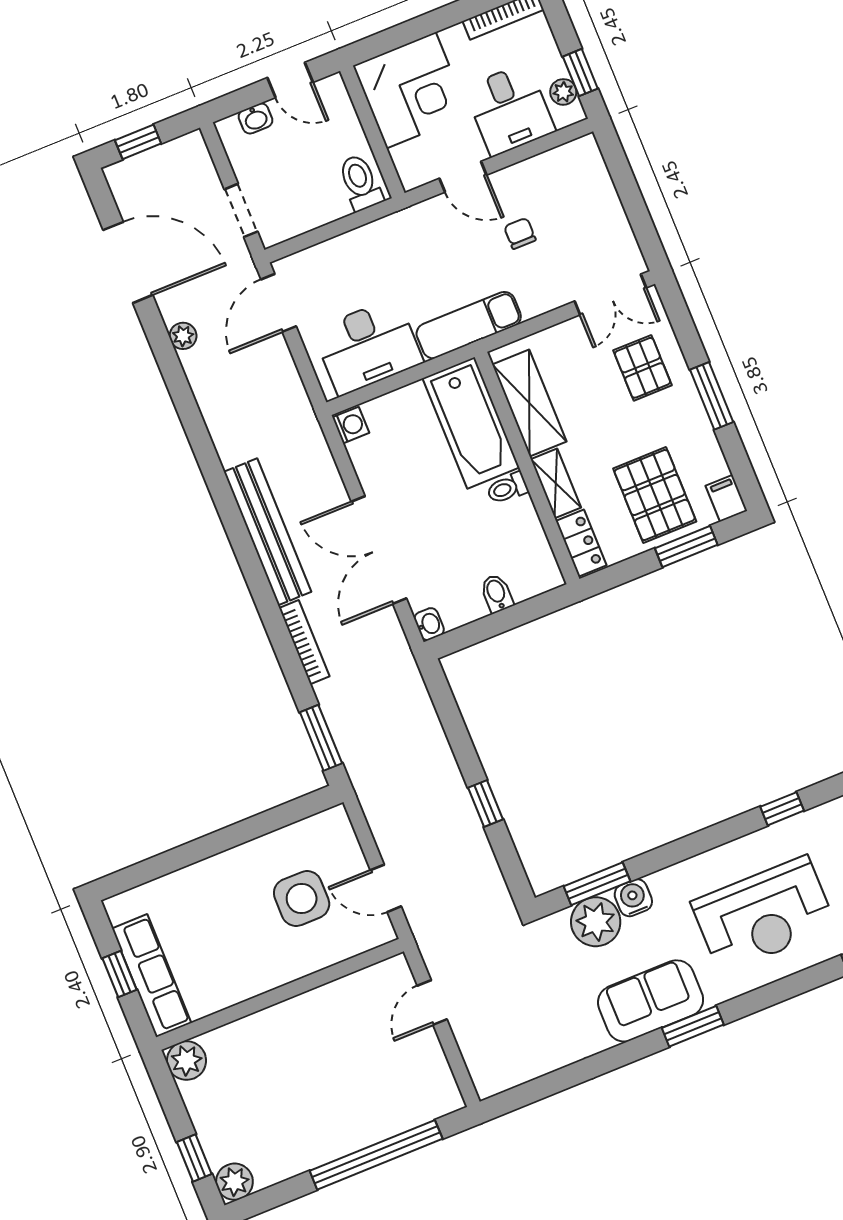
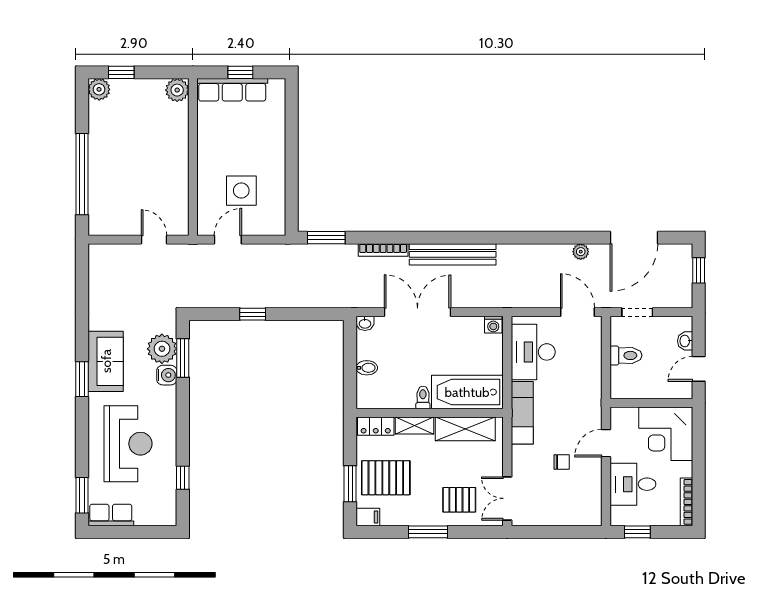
plant: (563, 92) -> (630, 518), removed
toilet: (360, 183) -> (626, 355), moved
reception desk: (764, 915) -> (128, 444), turned 180

